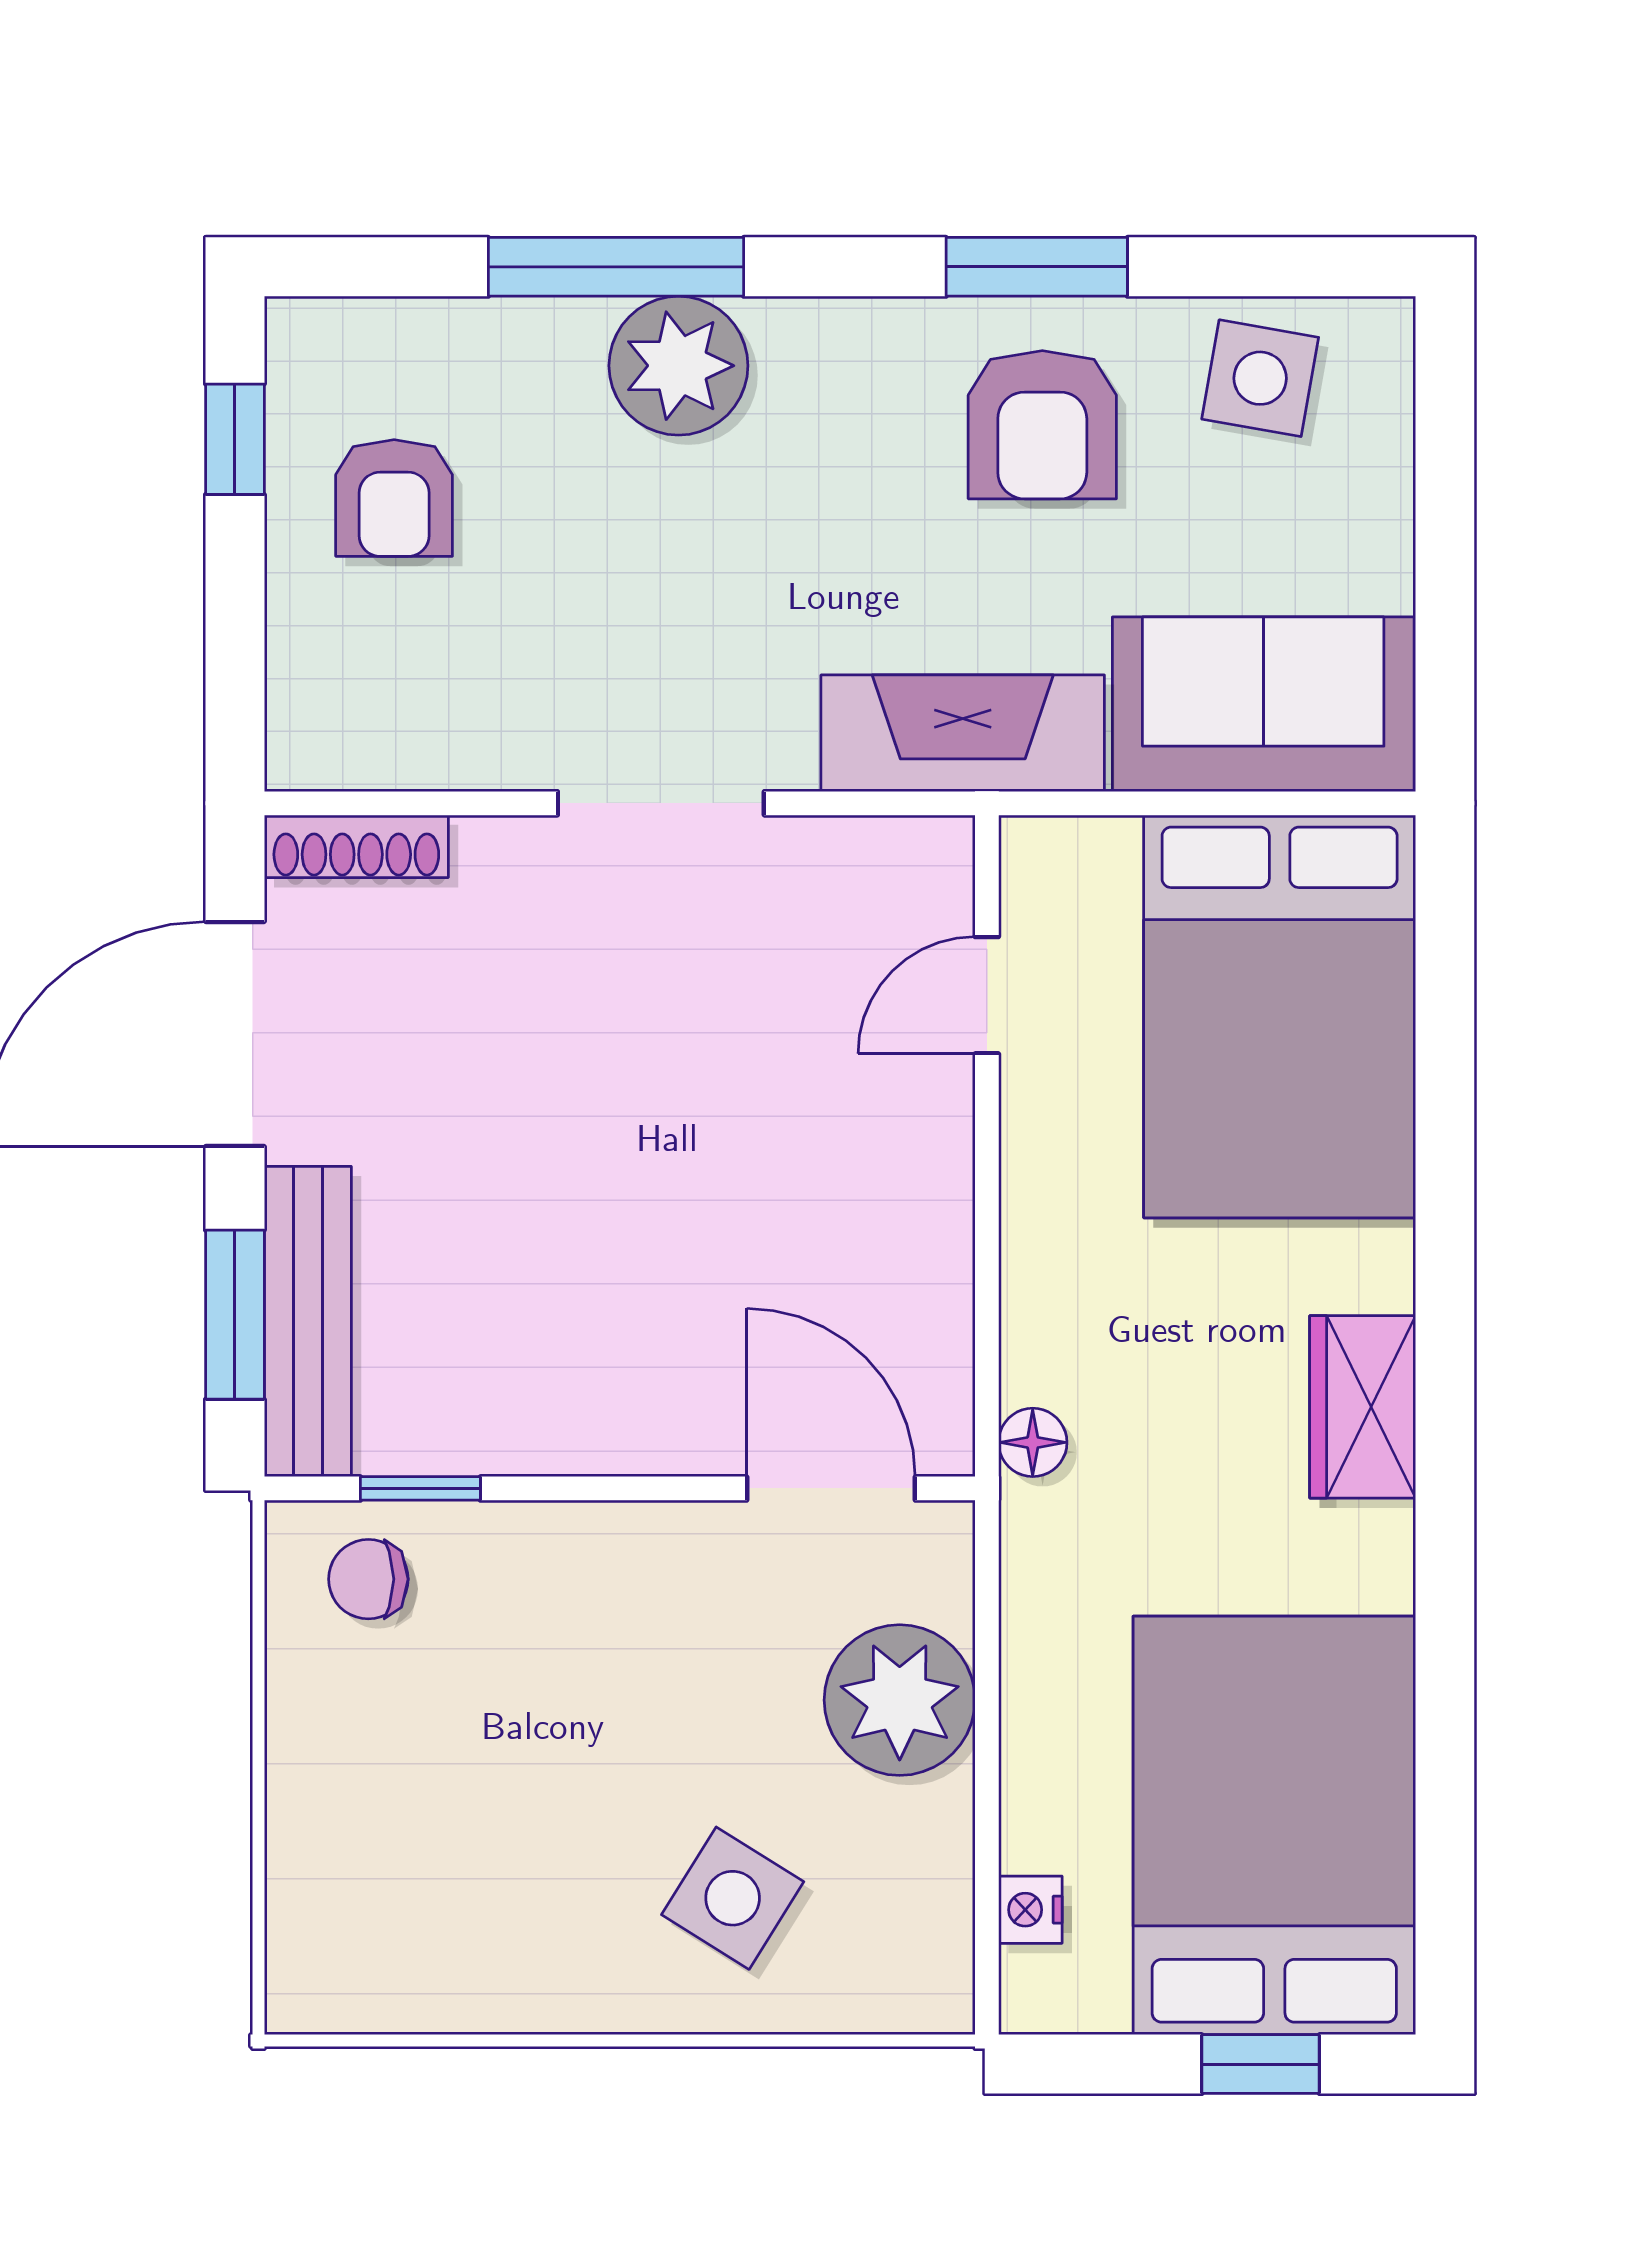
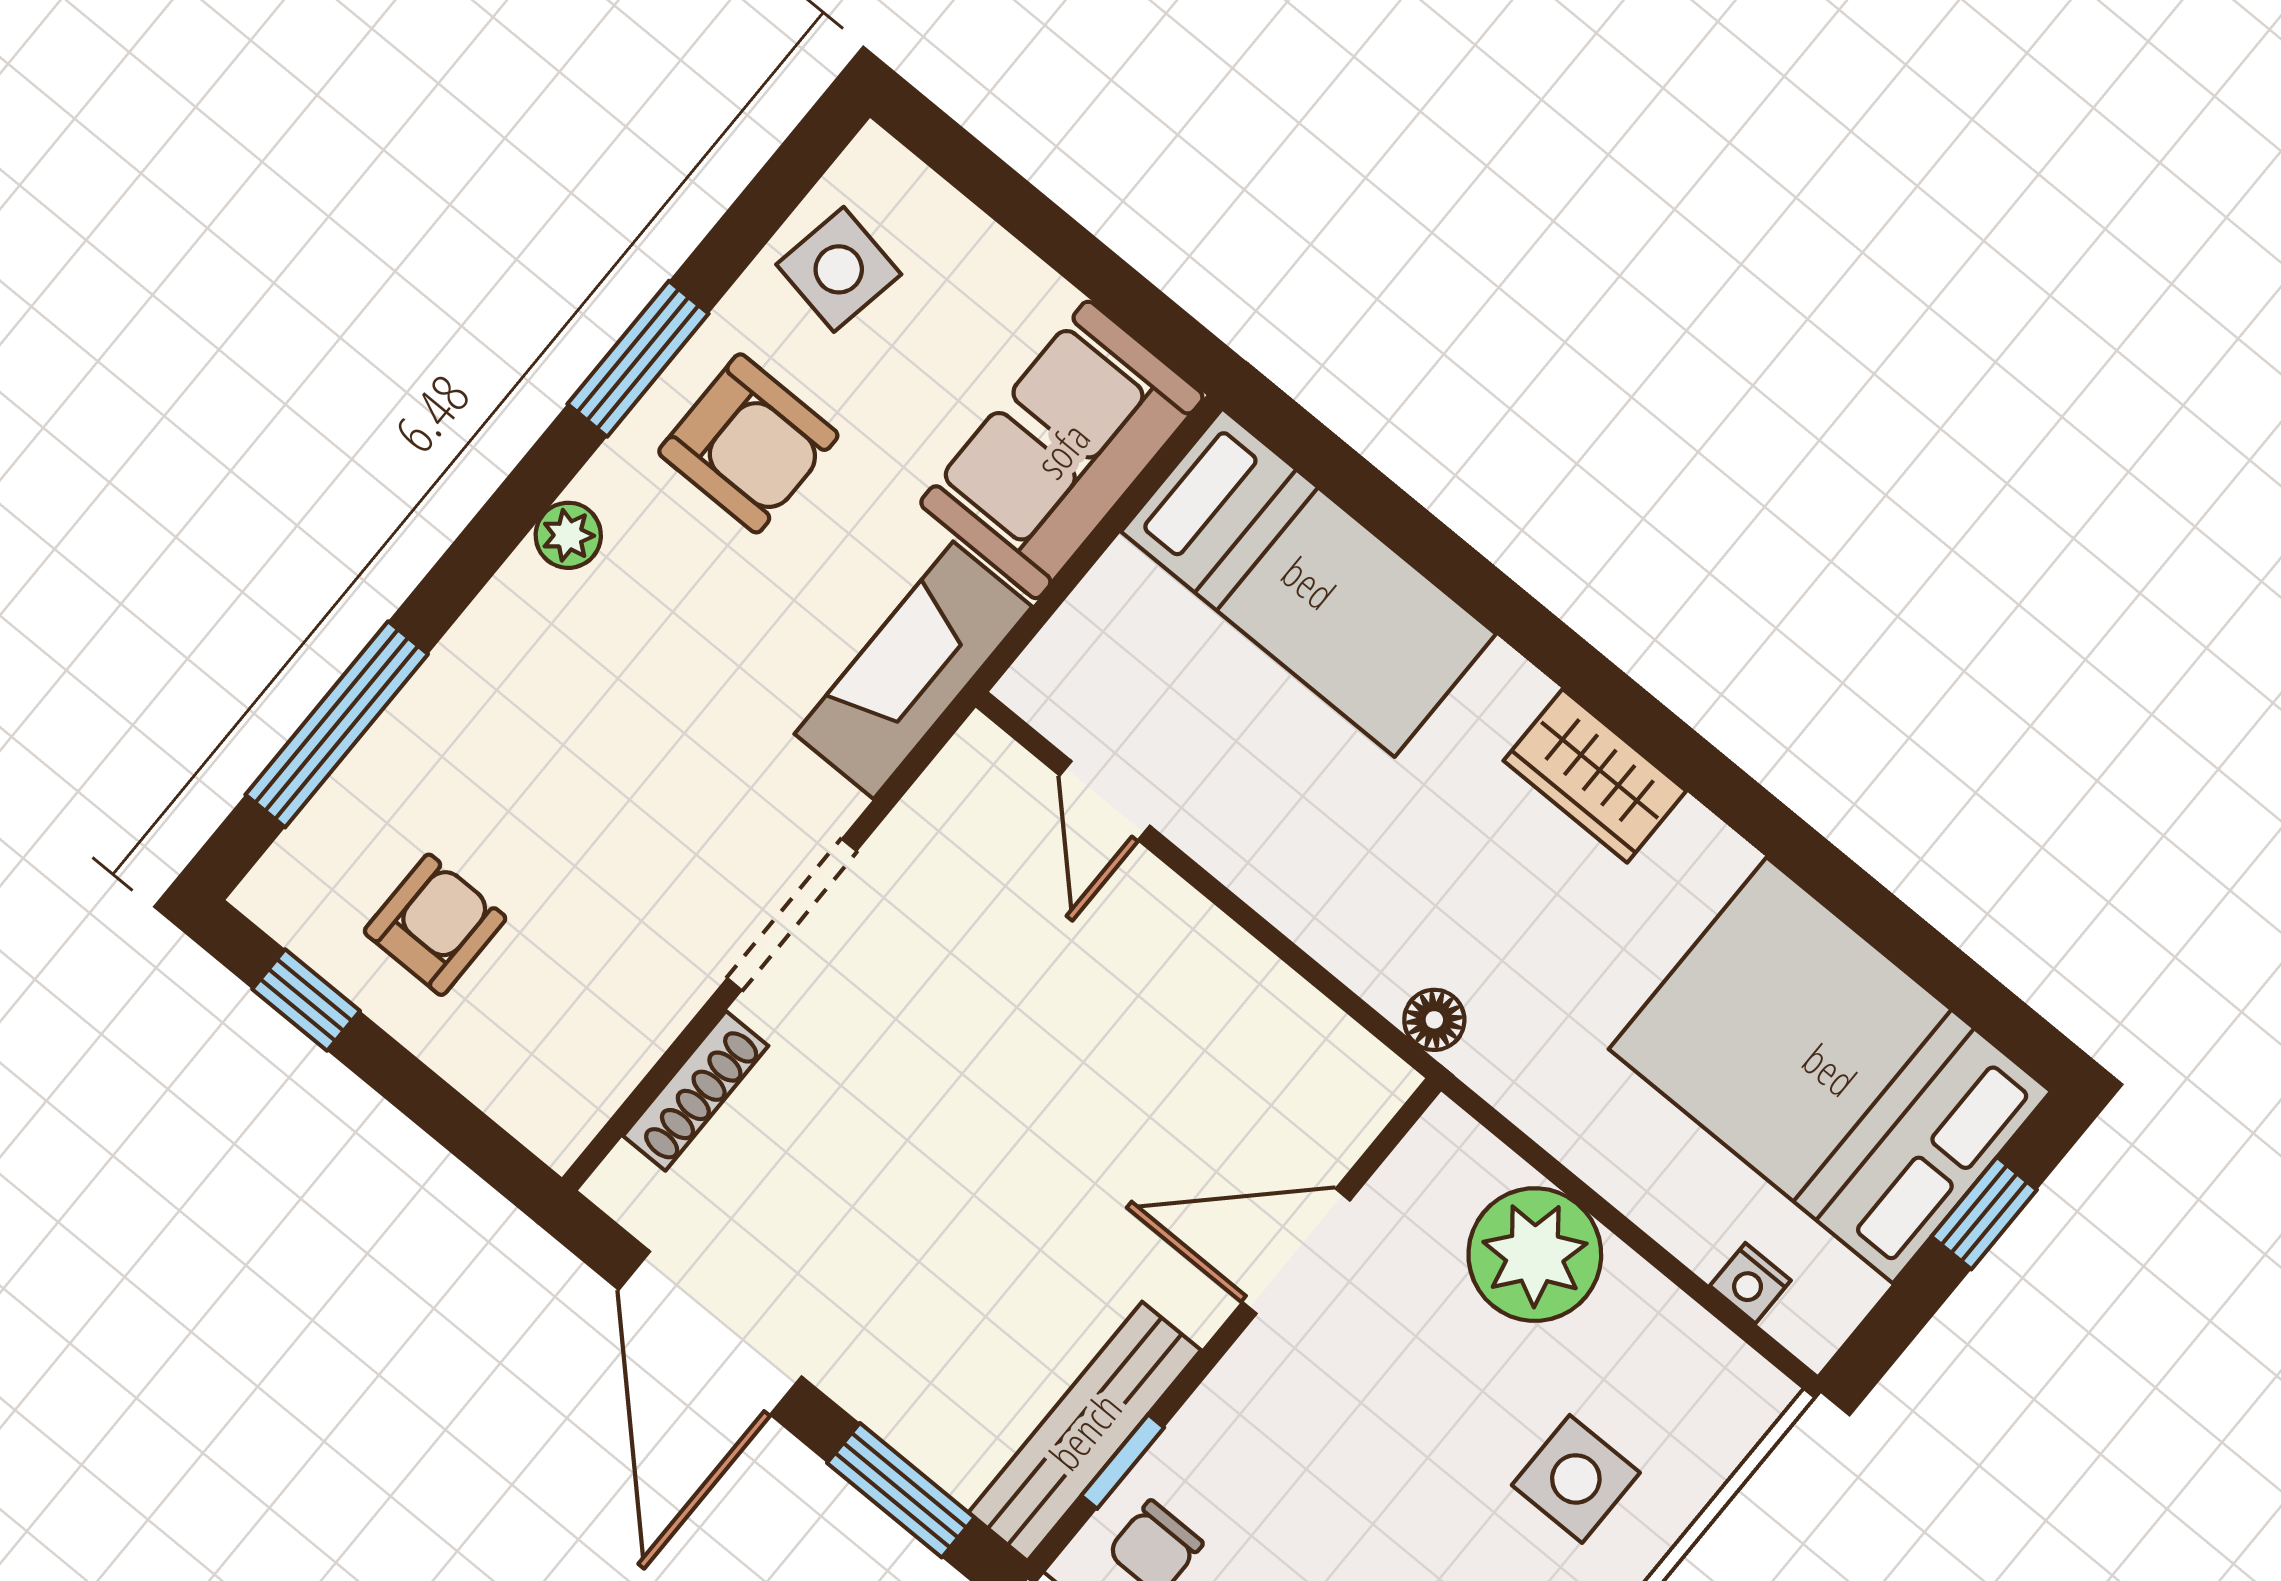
window: (616, 267) -> (337, 724), moved
plant: (678, 366) -> (568, 535), moved, width x0.53, depth x0.53
armchair: (394, 498) -> (435, 925), turned -90
shoe rack: (356, 846) -> (696, 1091), moved
bed: (1280, 1016) -> (1309, 583), width x0.67
bench: (308, 1322) -> (1085, 1431), moved, turned 90
door: (831, 1488) -> (1296, 1251), moved
side table: (733, 1898) -> (1576, 1479), turned -32

